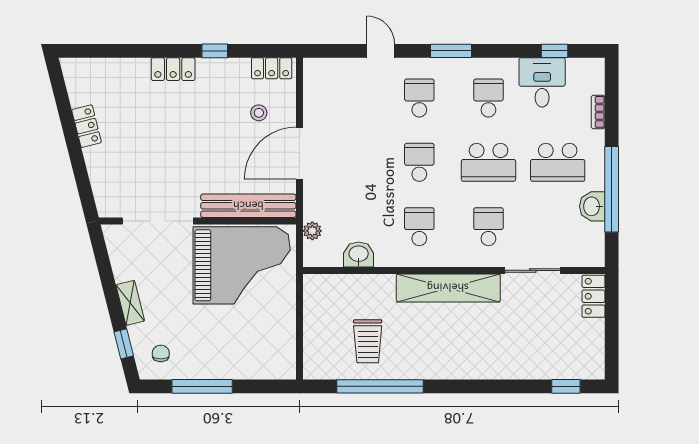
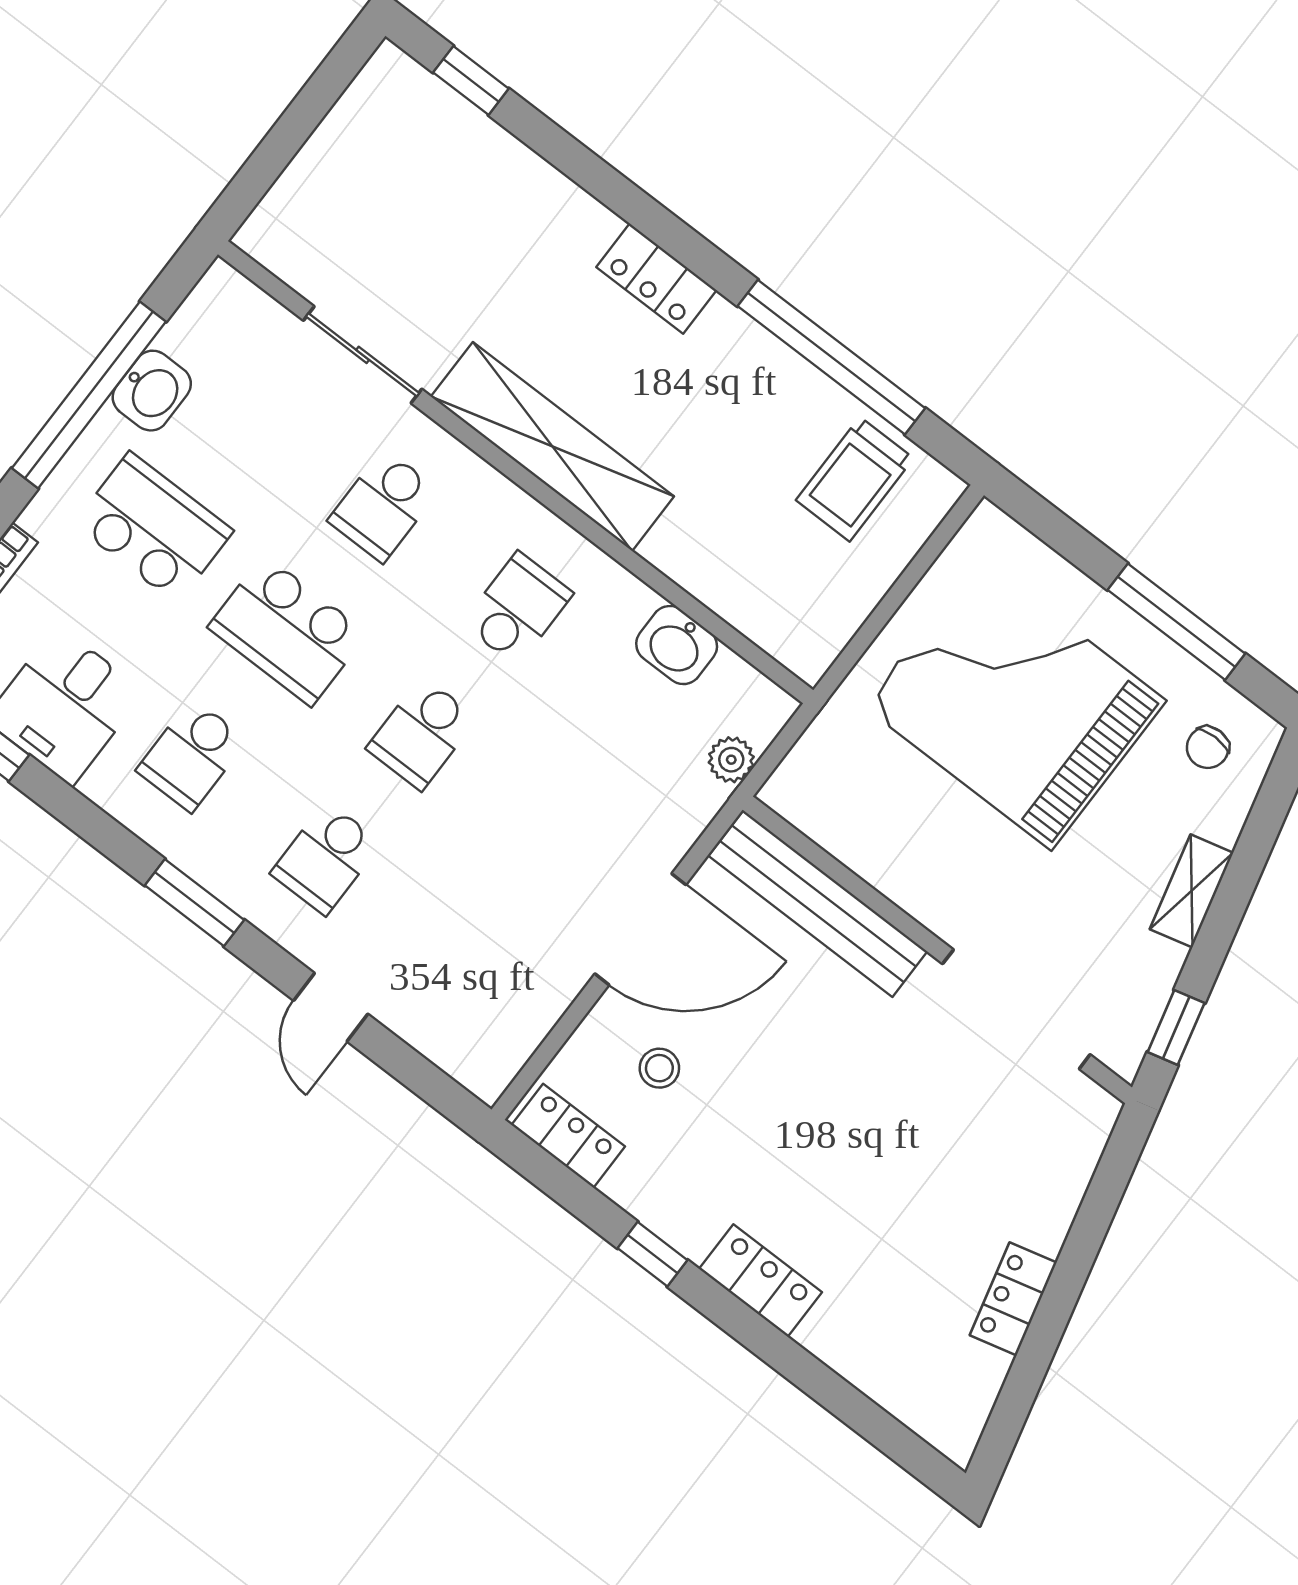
school desk: (488, 162) -> (288, 630), turned 180
school desk: (419, 227) -> (517, 609), turned 180
grand piano: (242, 265) -> (1015, 704), moved
locker: (593, 296) -> (656, 279), moved, turned 90
trolley: (368, 341) -> (855, 479), moved, turned 180
window: (124, 344) -> (1176, 1028), moved

